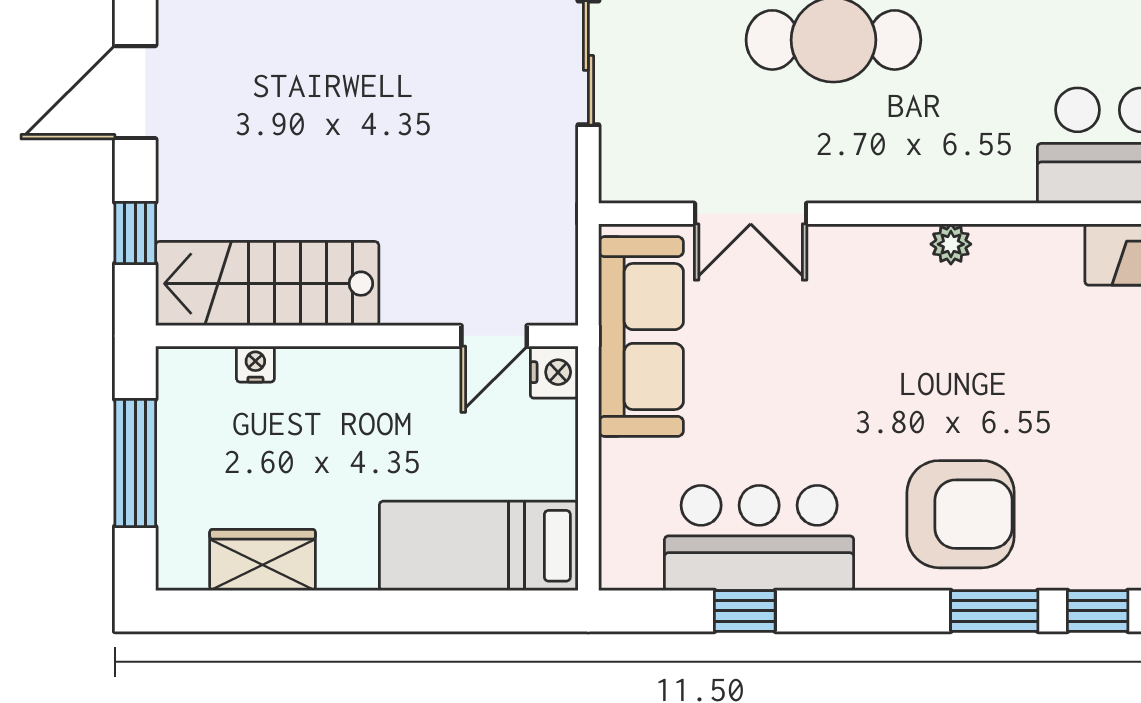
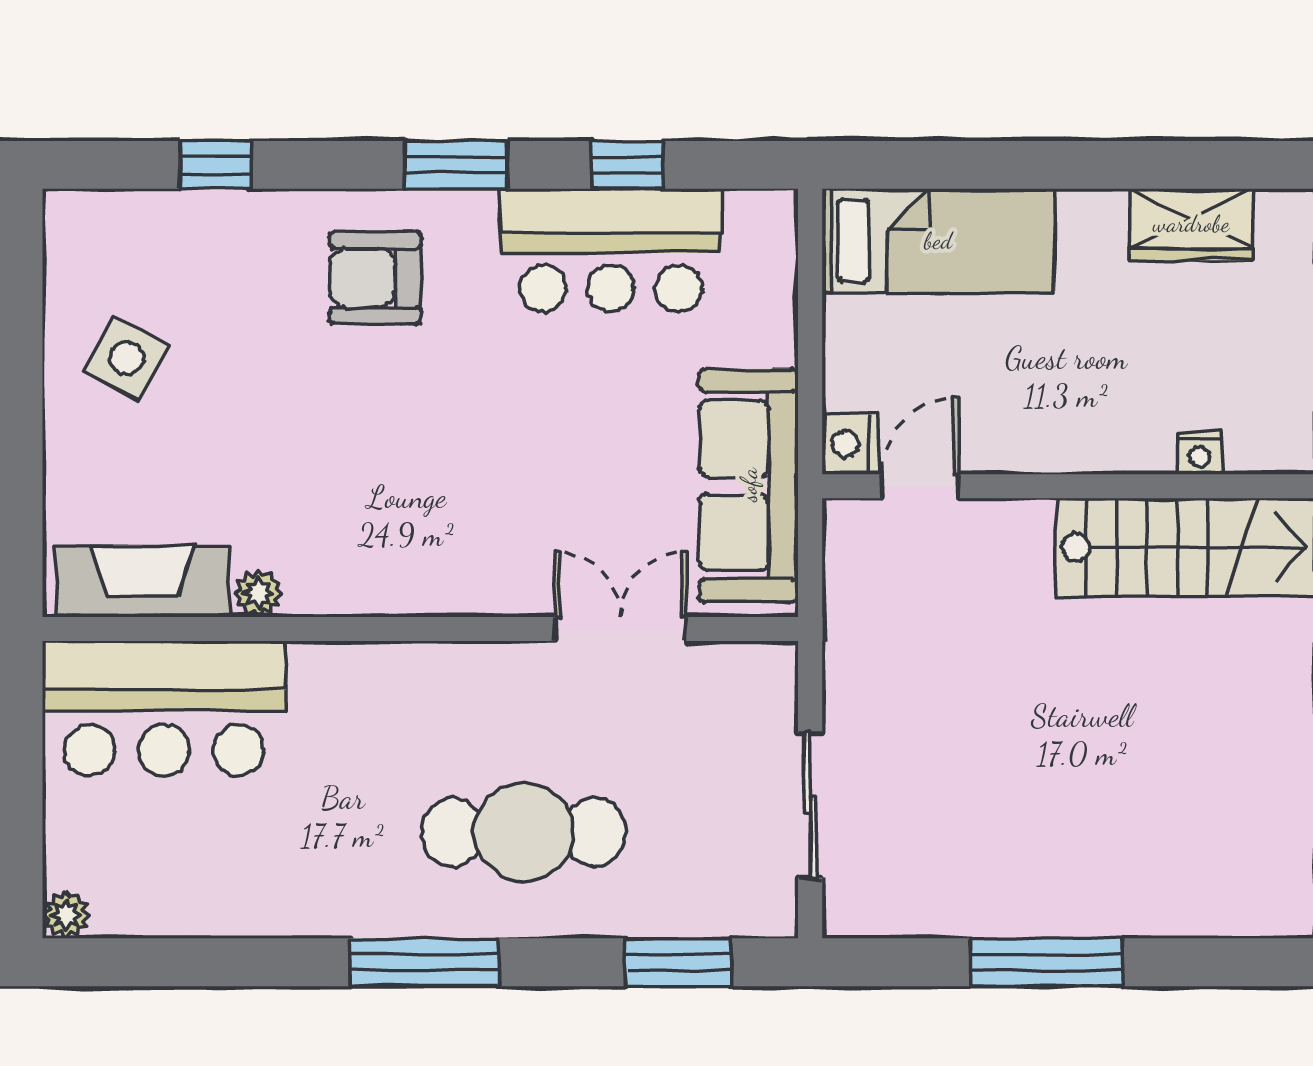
plant: (951, 244) -> (258, 594), moved
armchair: (961, 514) -> (375, 278), width x0.73, depth x0.73
window: (994, 611) -> (456, 165), moved

